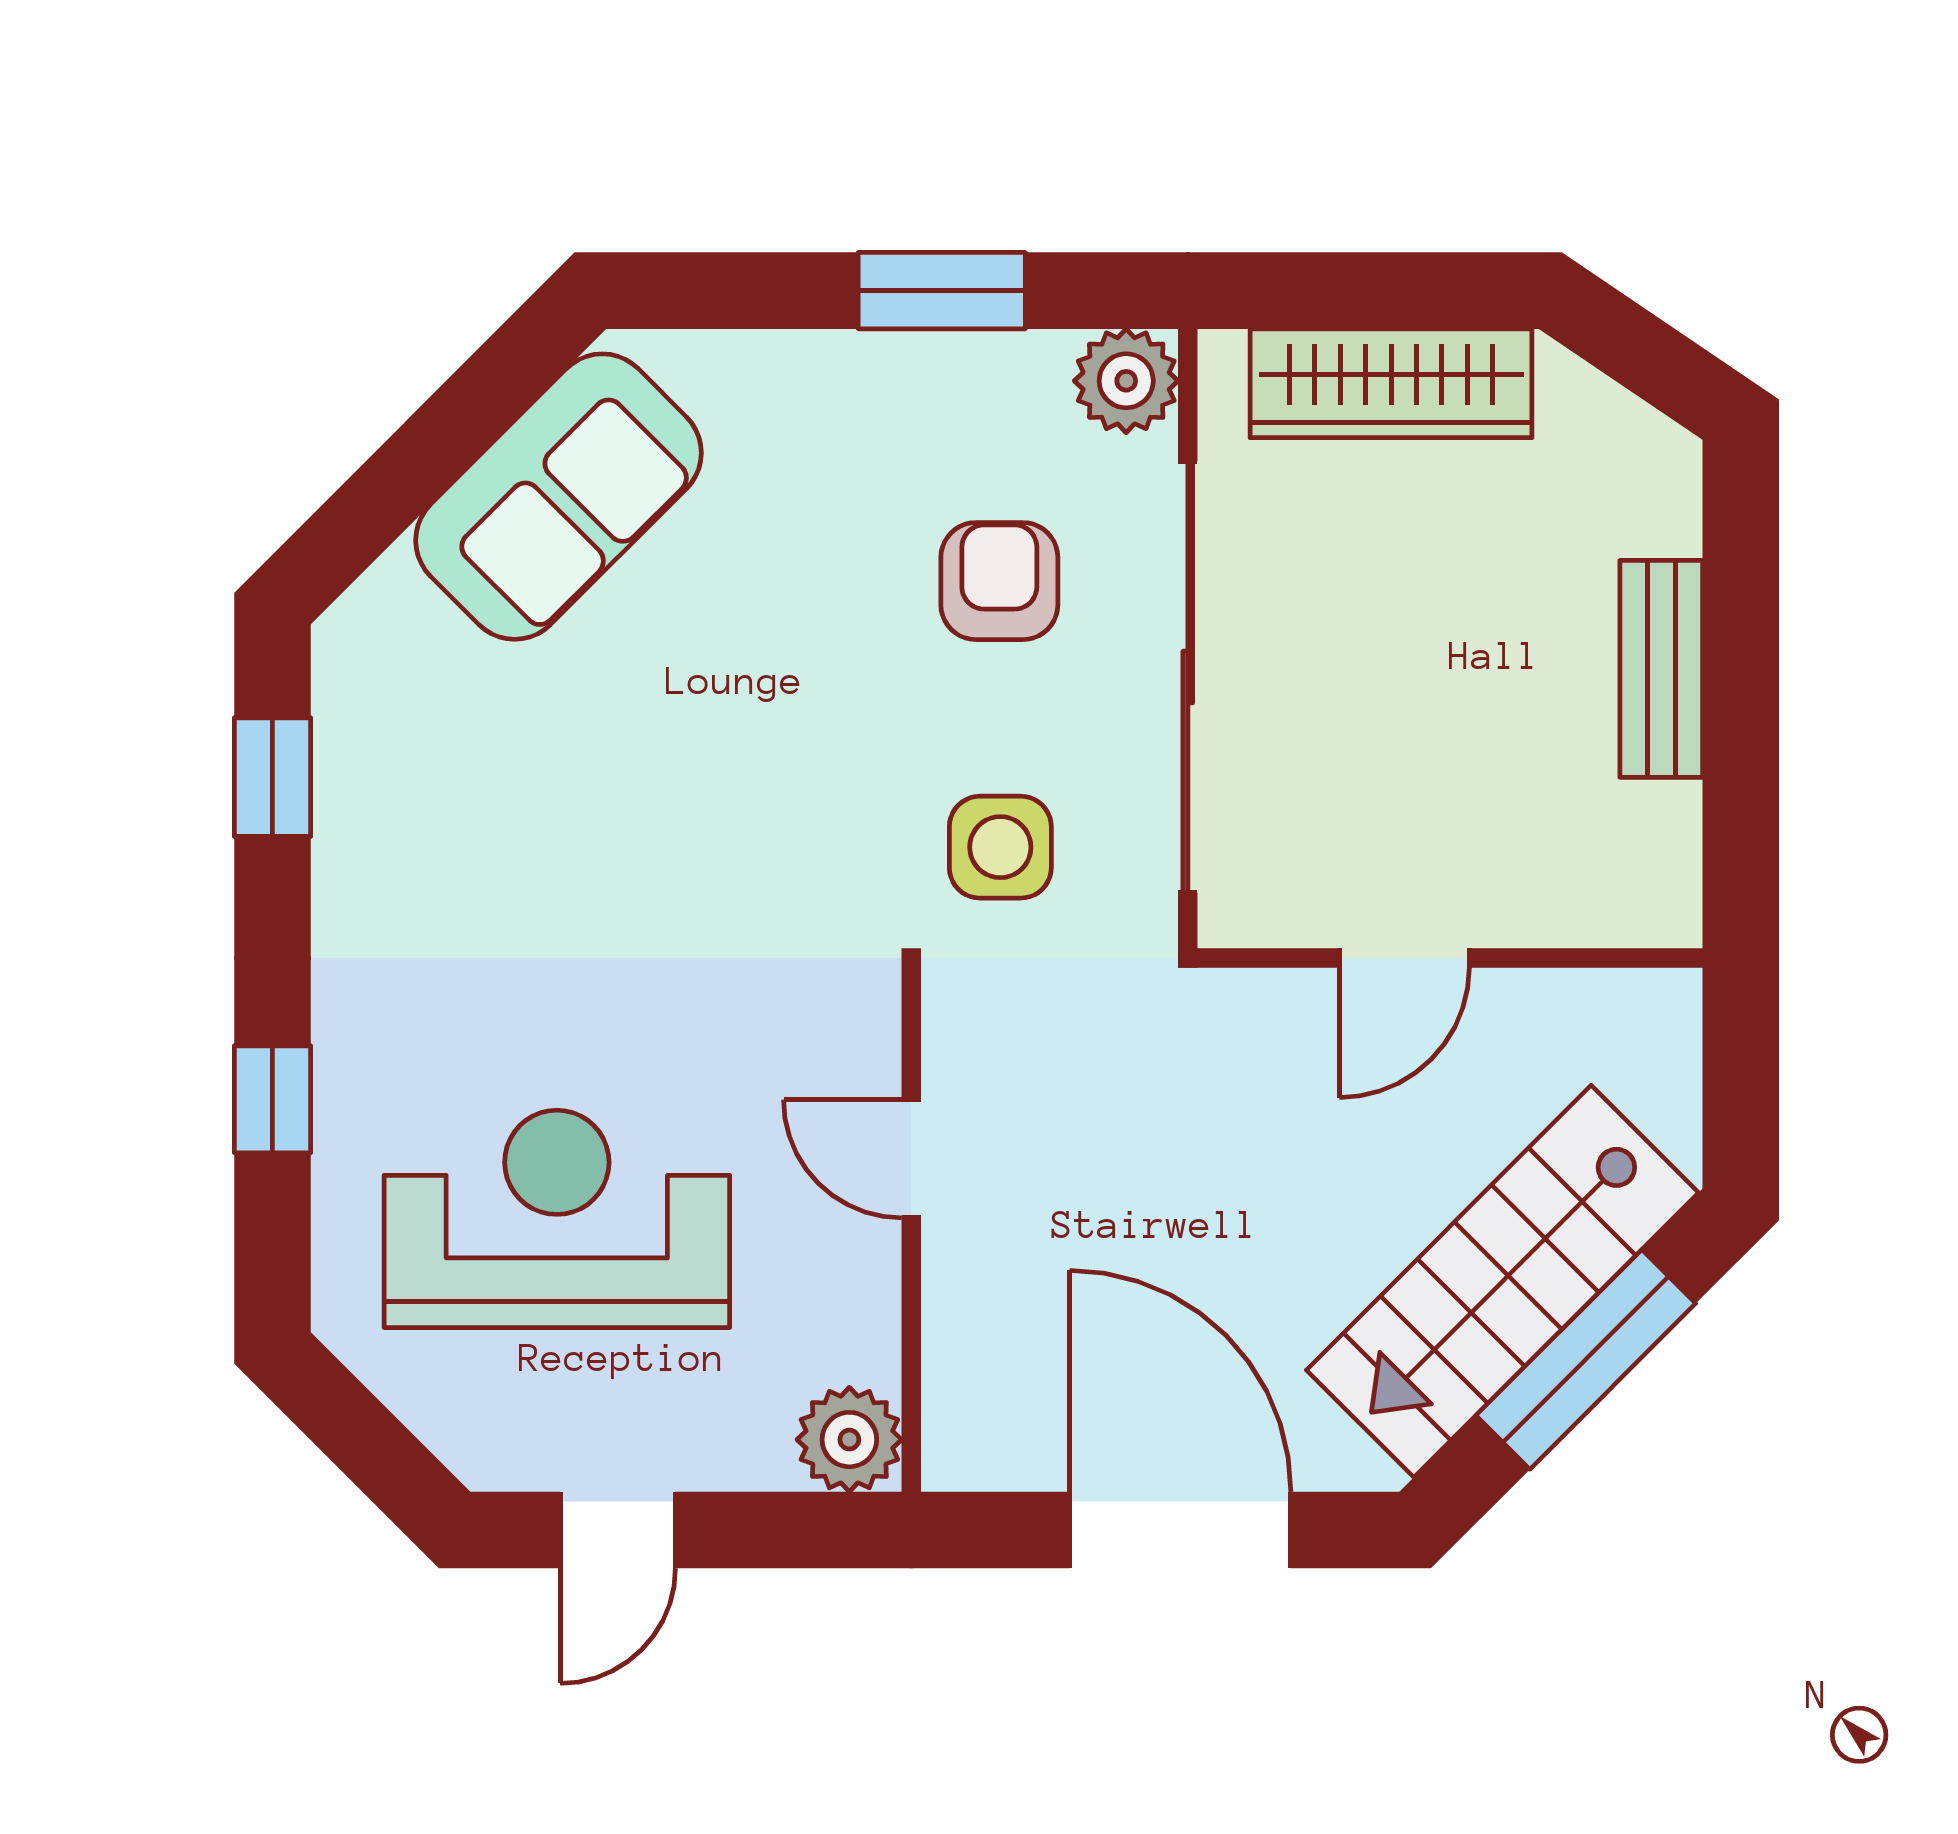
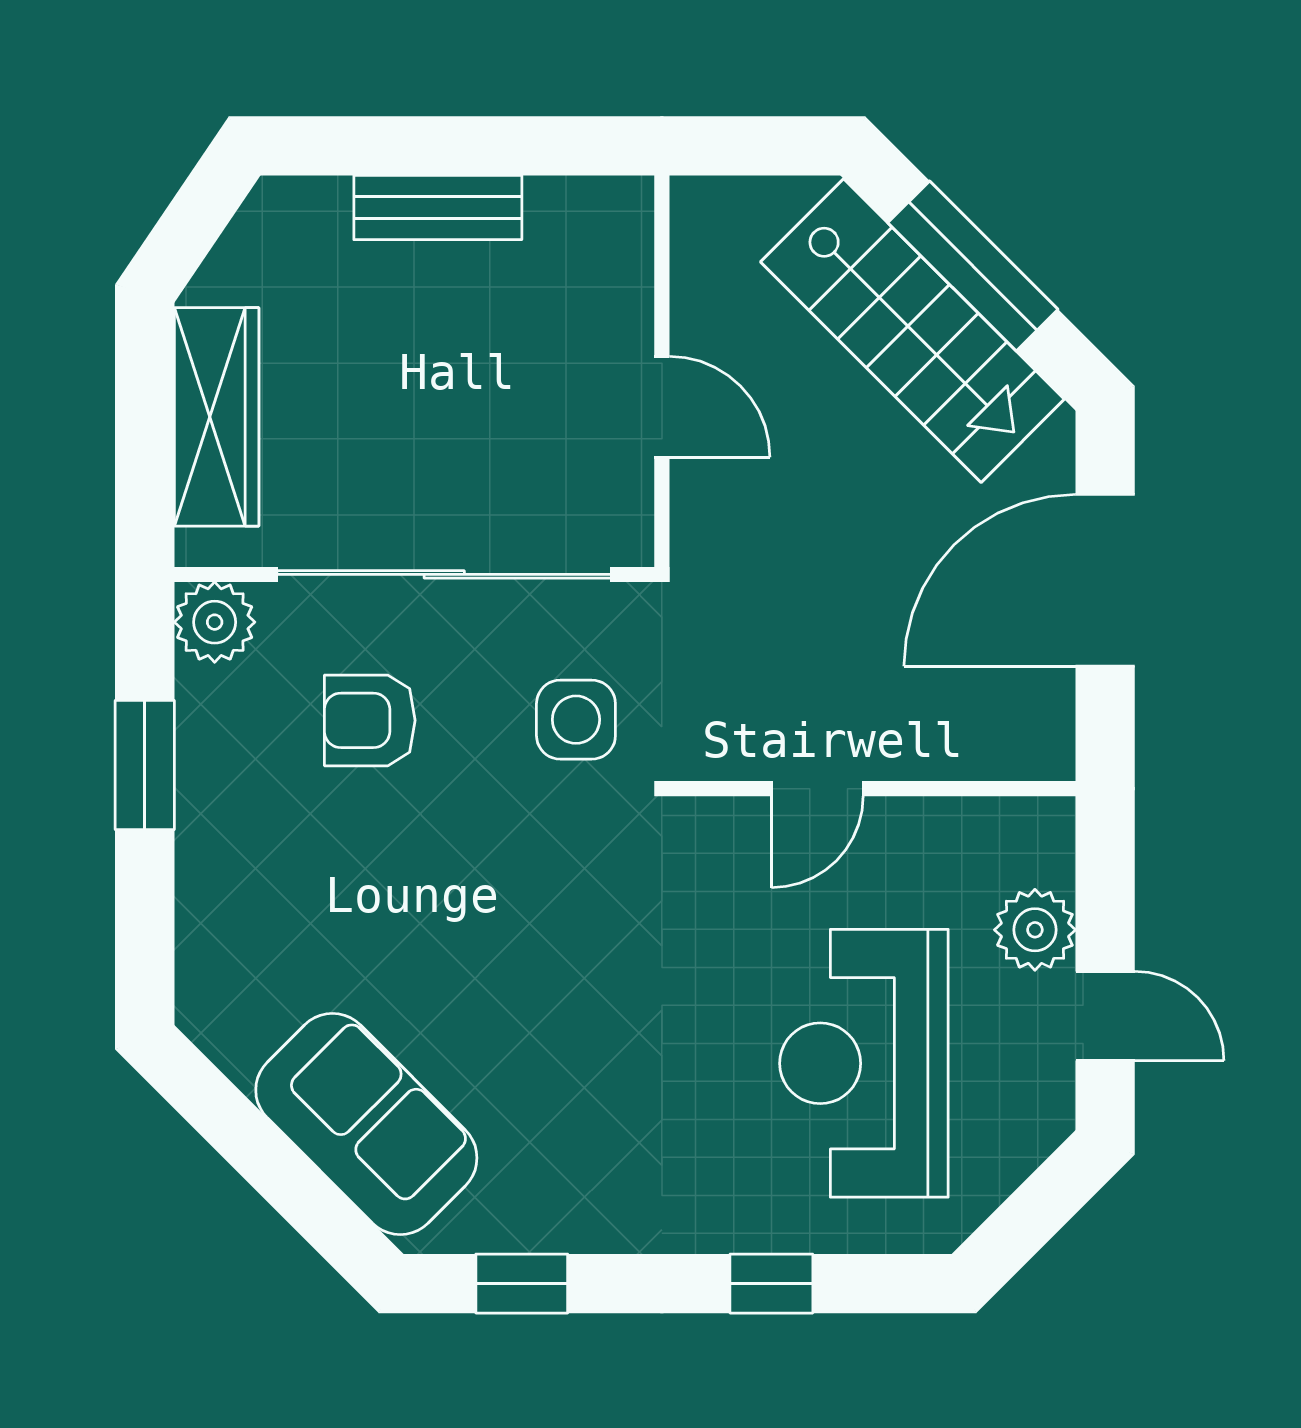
sofa: (559, 497) -> (366, 1124), moved
plant: (849, 1440) -> (1035, 930), moved

